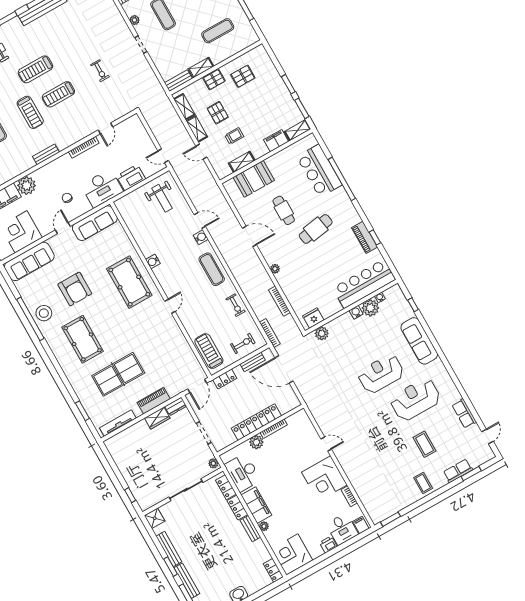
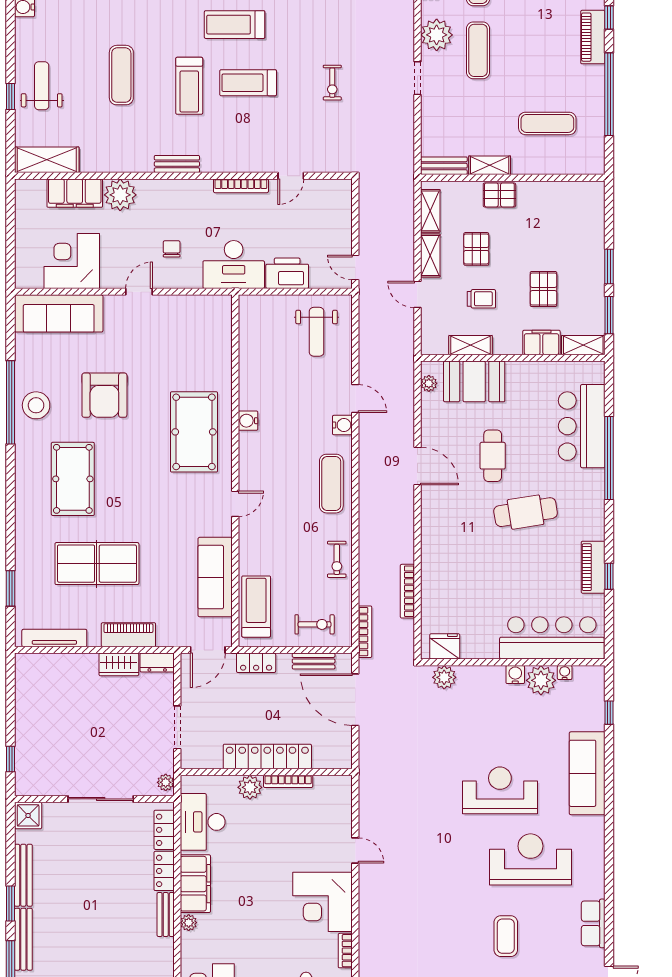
plant: (134, 20) -> (437, 35), width x1.87, depth x1.87
pallet: (243, 76) -> (543, 289), moved, turned 90
sofa: (95, 223) -> (215, 577), moved, turned 90
plant: (275, 269) -> (429, 383), moved

